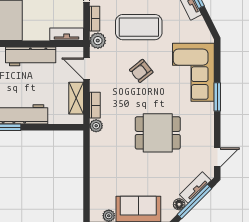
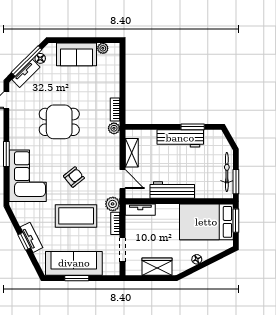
bookcase: (95, 105) -> (115, 109), moved

